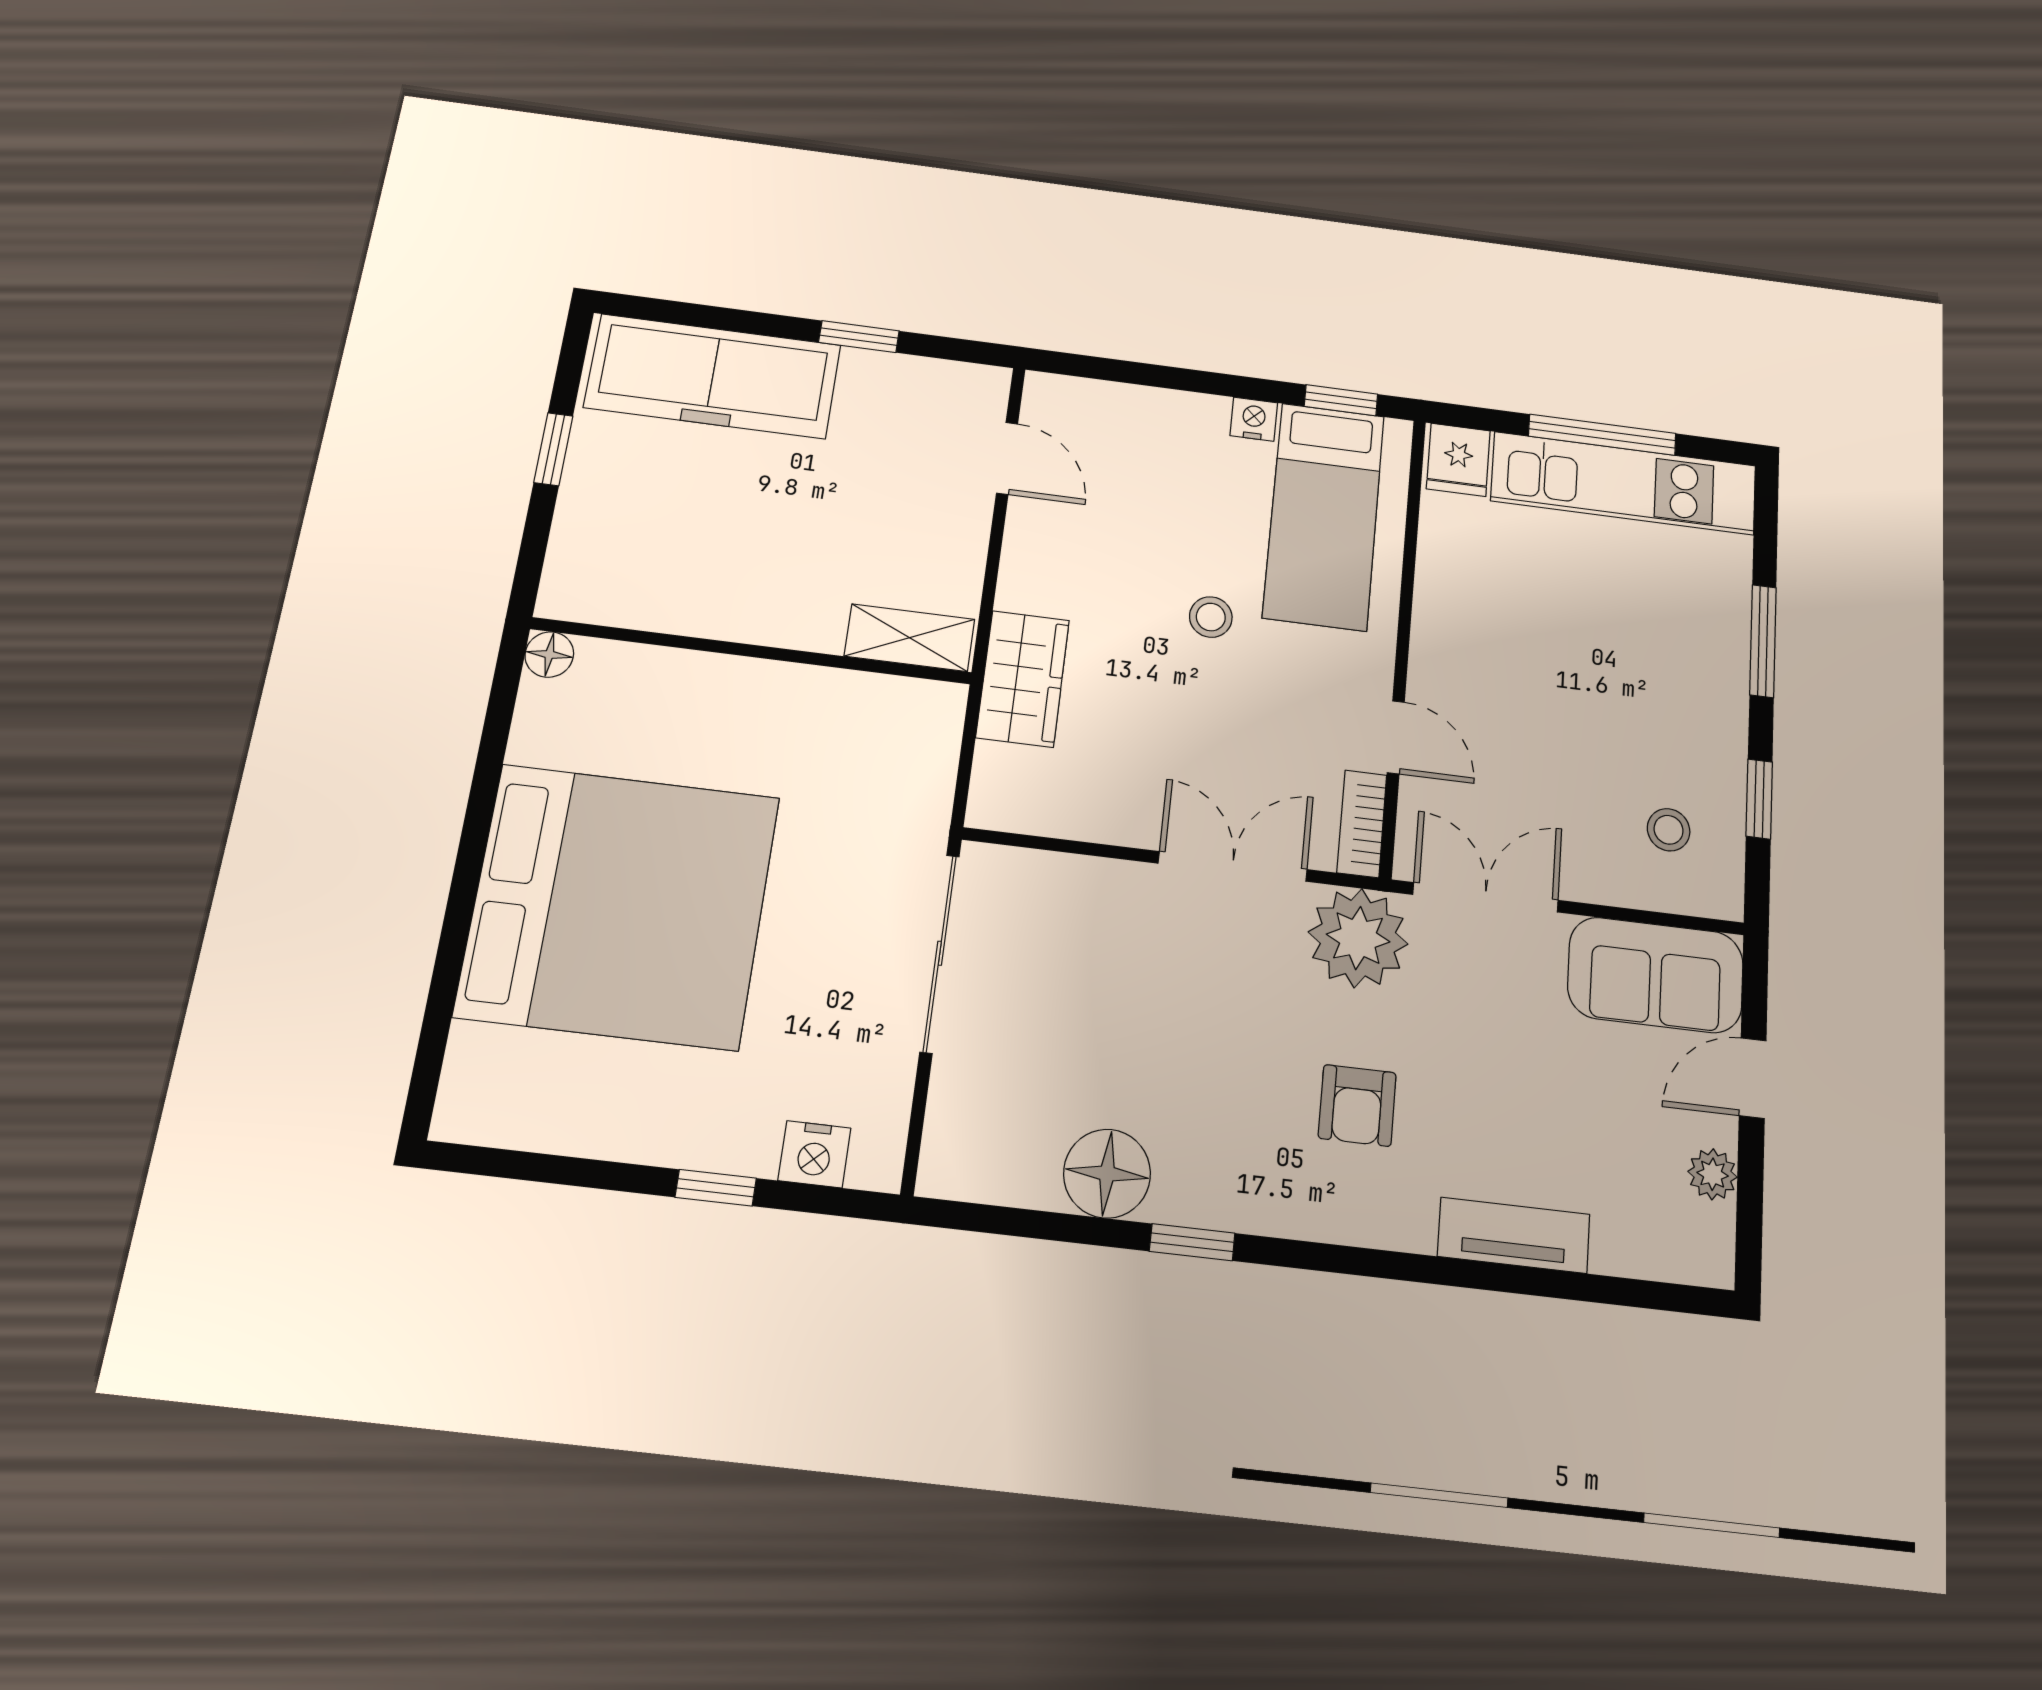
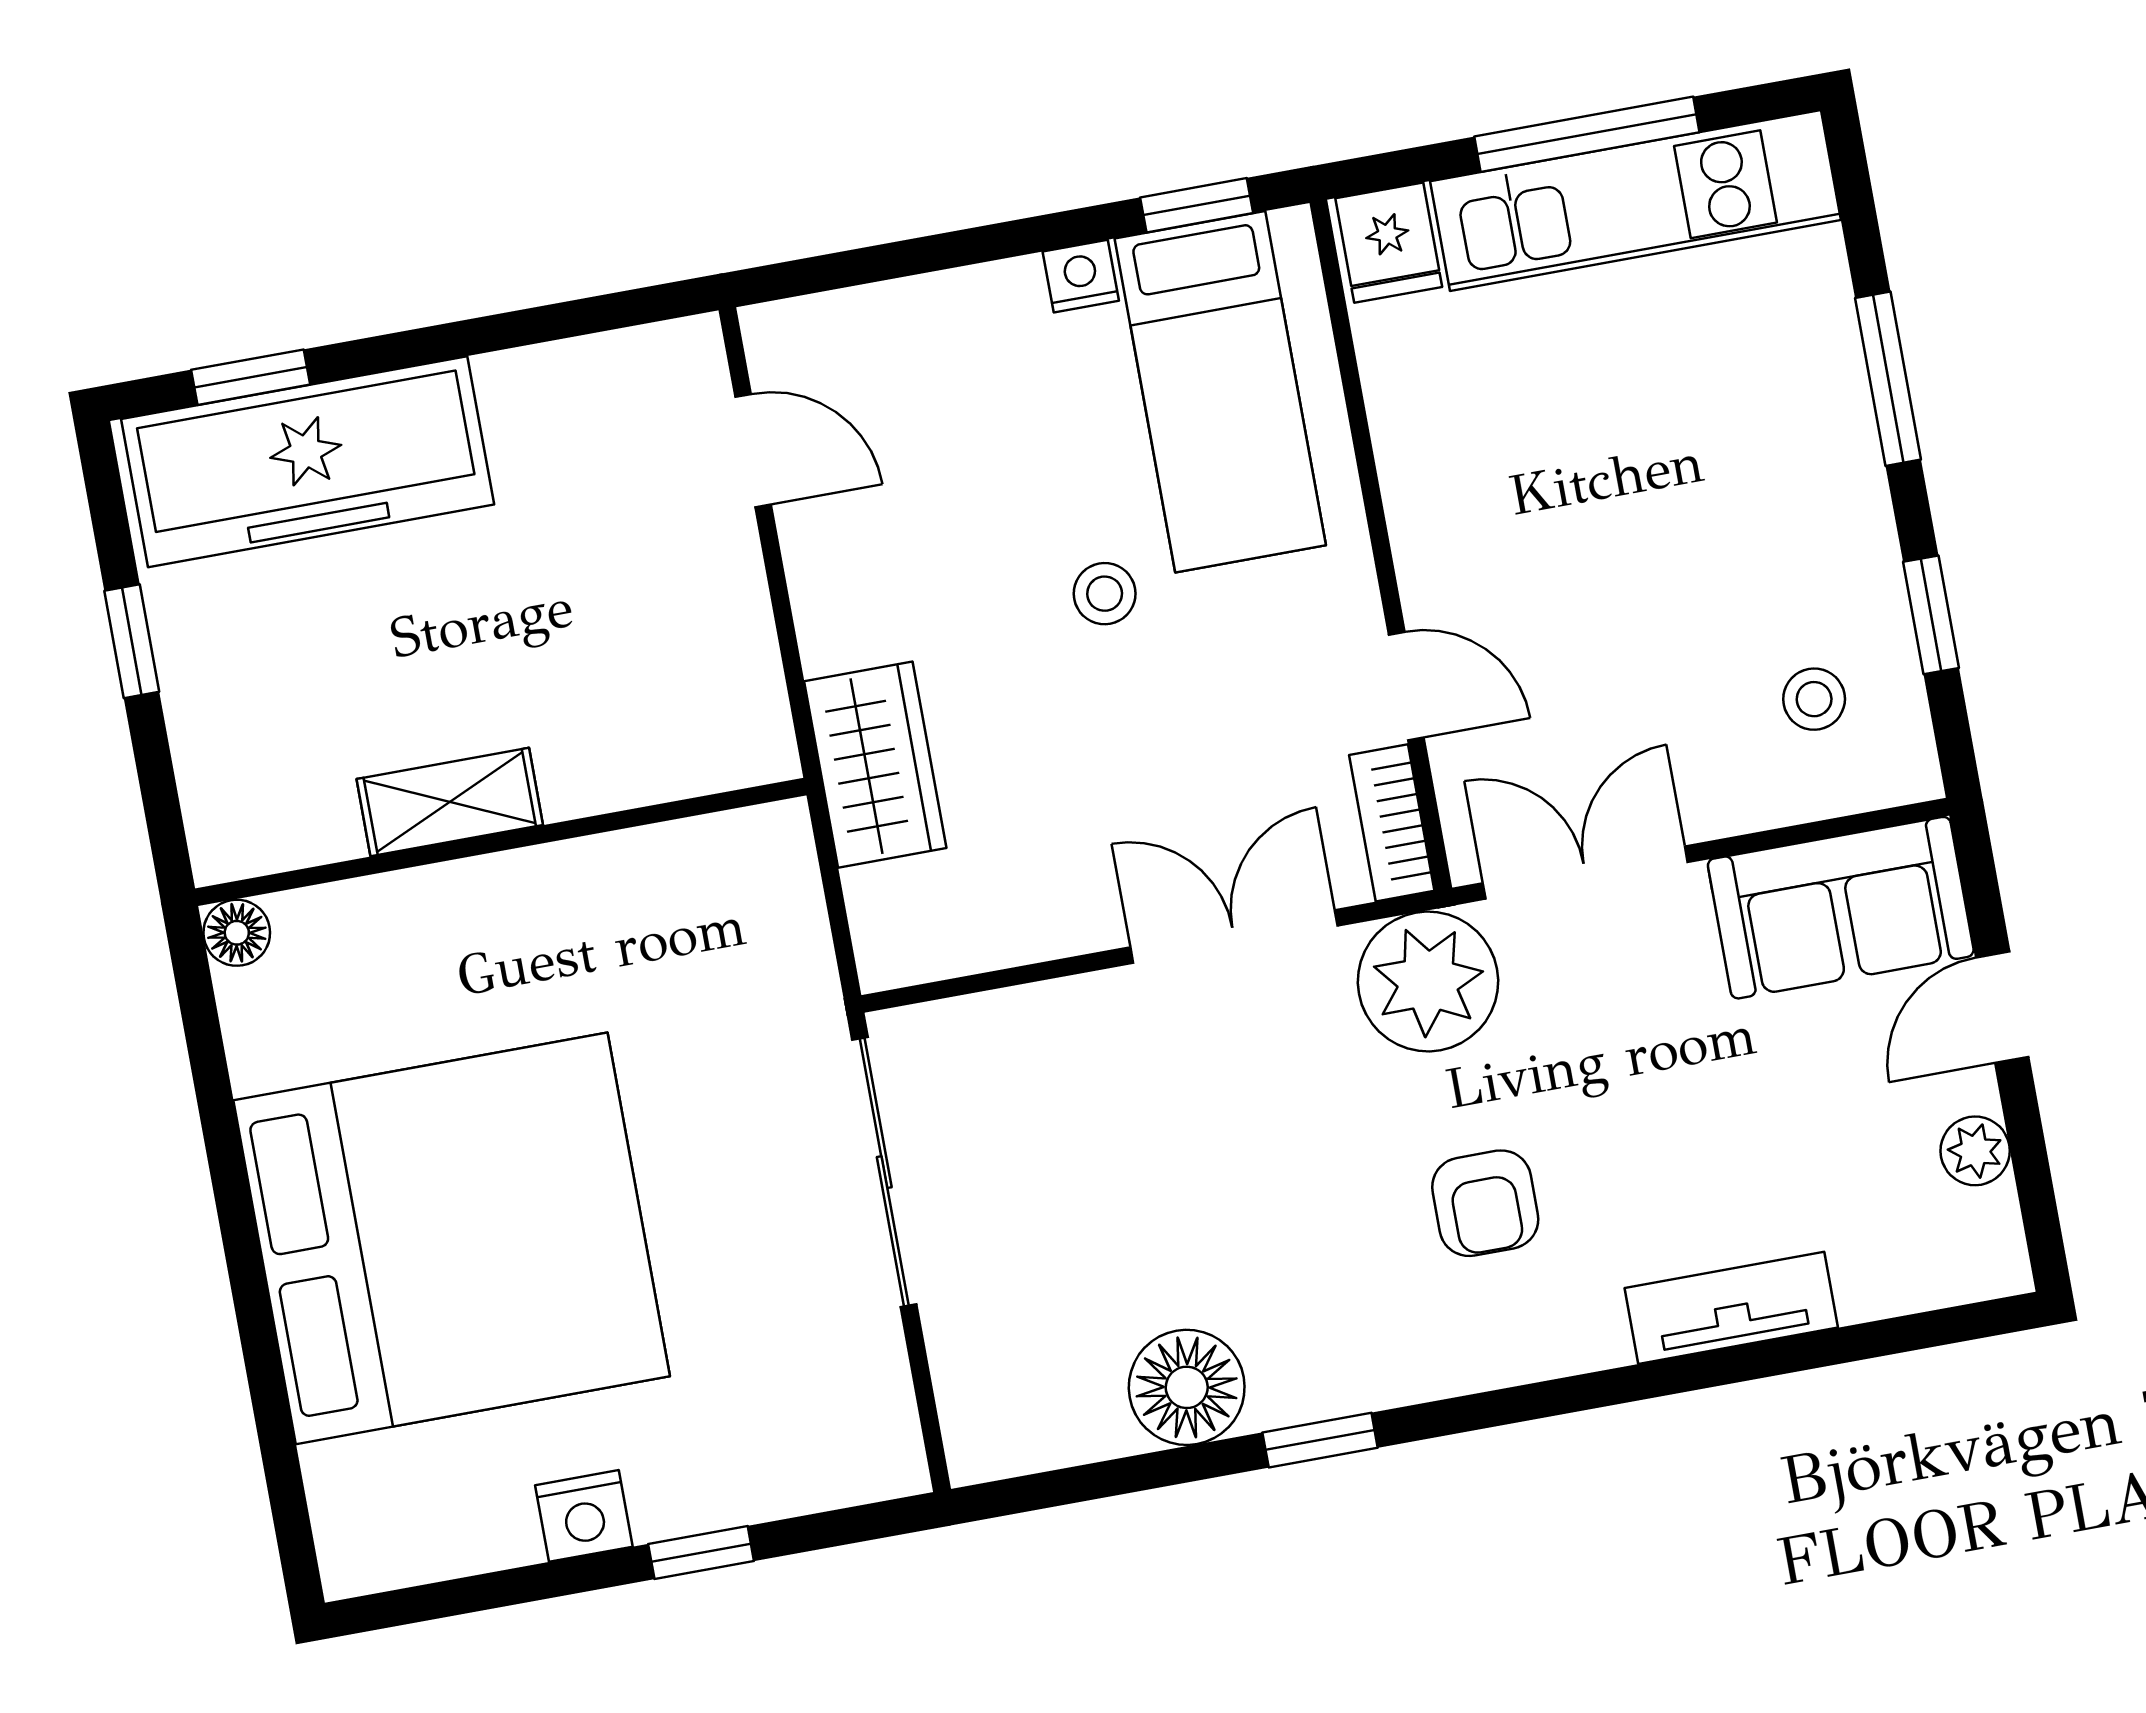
window: (859, 337) -> (251, 377), moved
shelving: (910, 638) -> (450, 802), moved
nightstand: (814, 1154) -> (584, 1516), moved

